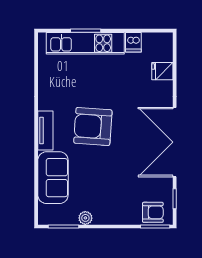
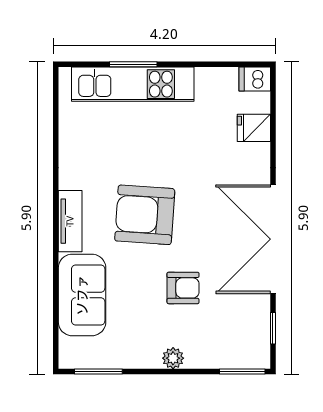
dishwasher: (133, 42) -> (255, 79), moved, turned 90
armchair: (153, 212) -> (183, 288), moved
plant: (85, 218) -> (173, 358), moved

